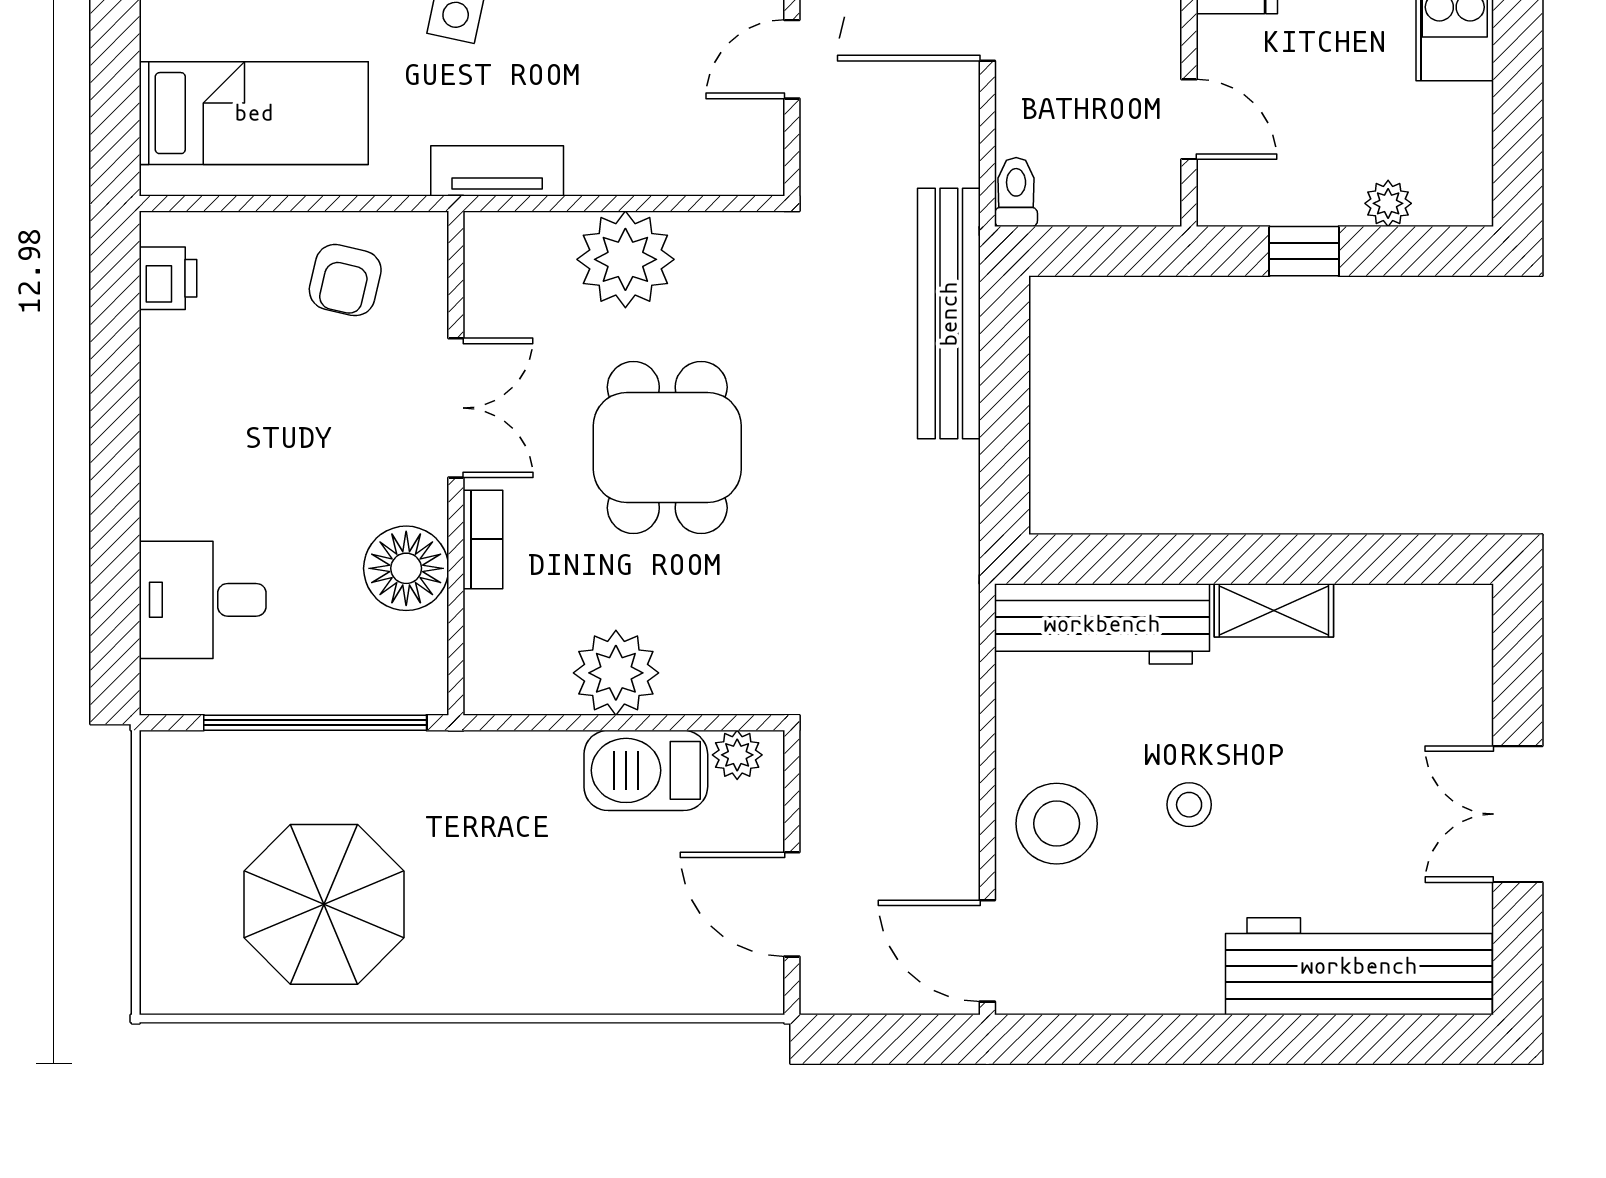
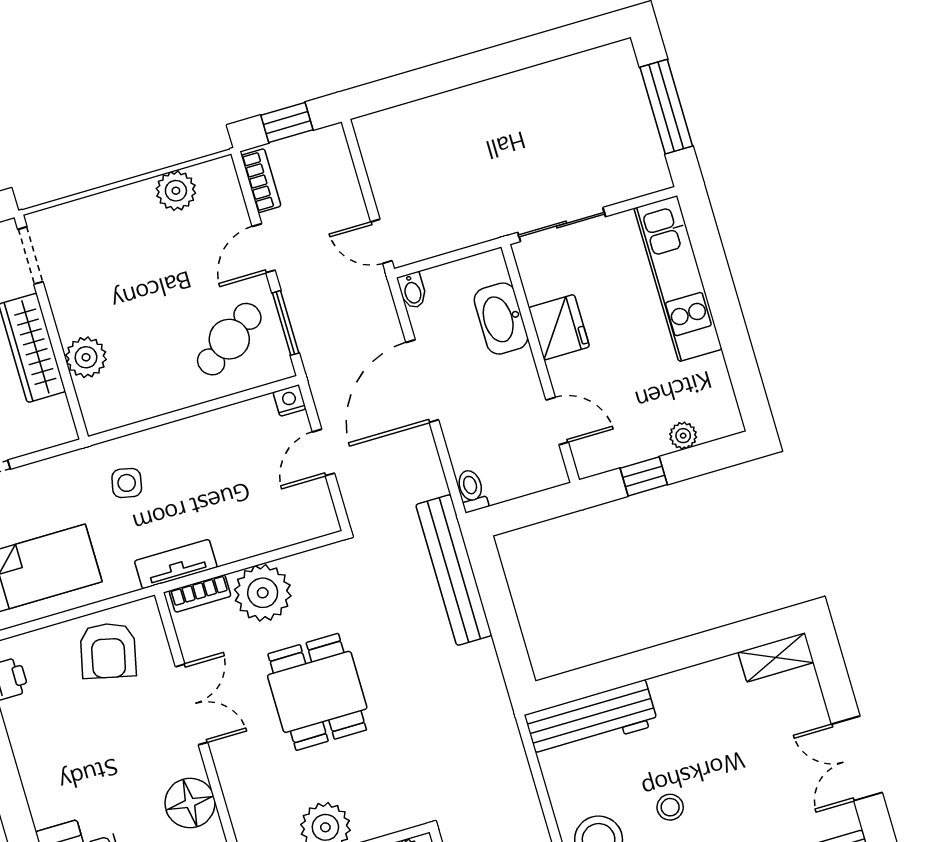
armchair: (345, 280) -> (108, 651), width x1.38, depth x1.38
bookcase: (483, 539) -> (200, 593), moved, turned 90
shelving: (1274, 610) -> (776, 657), moved

